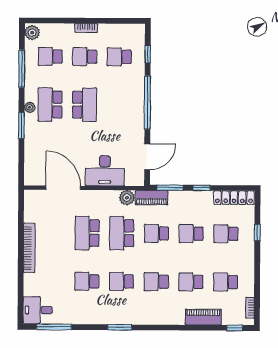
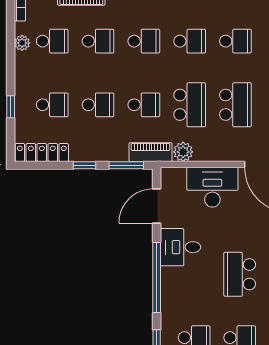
desk: (129, 125) -> (180, 247), added
plant: (248, 281) -> (22, 43), added

